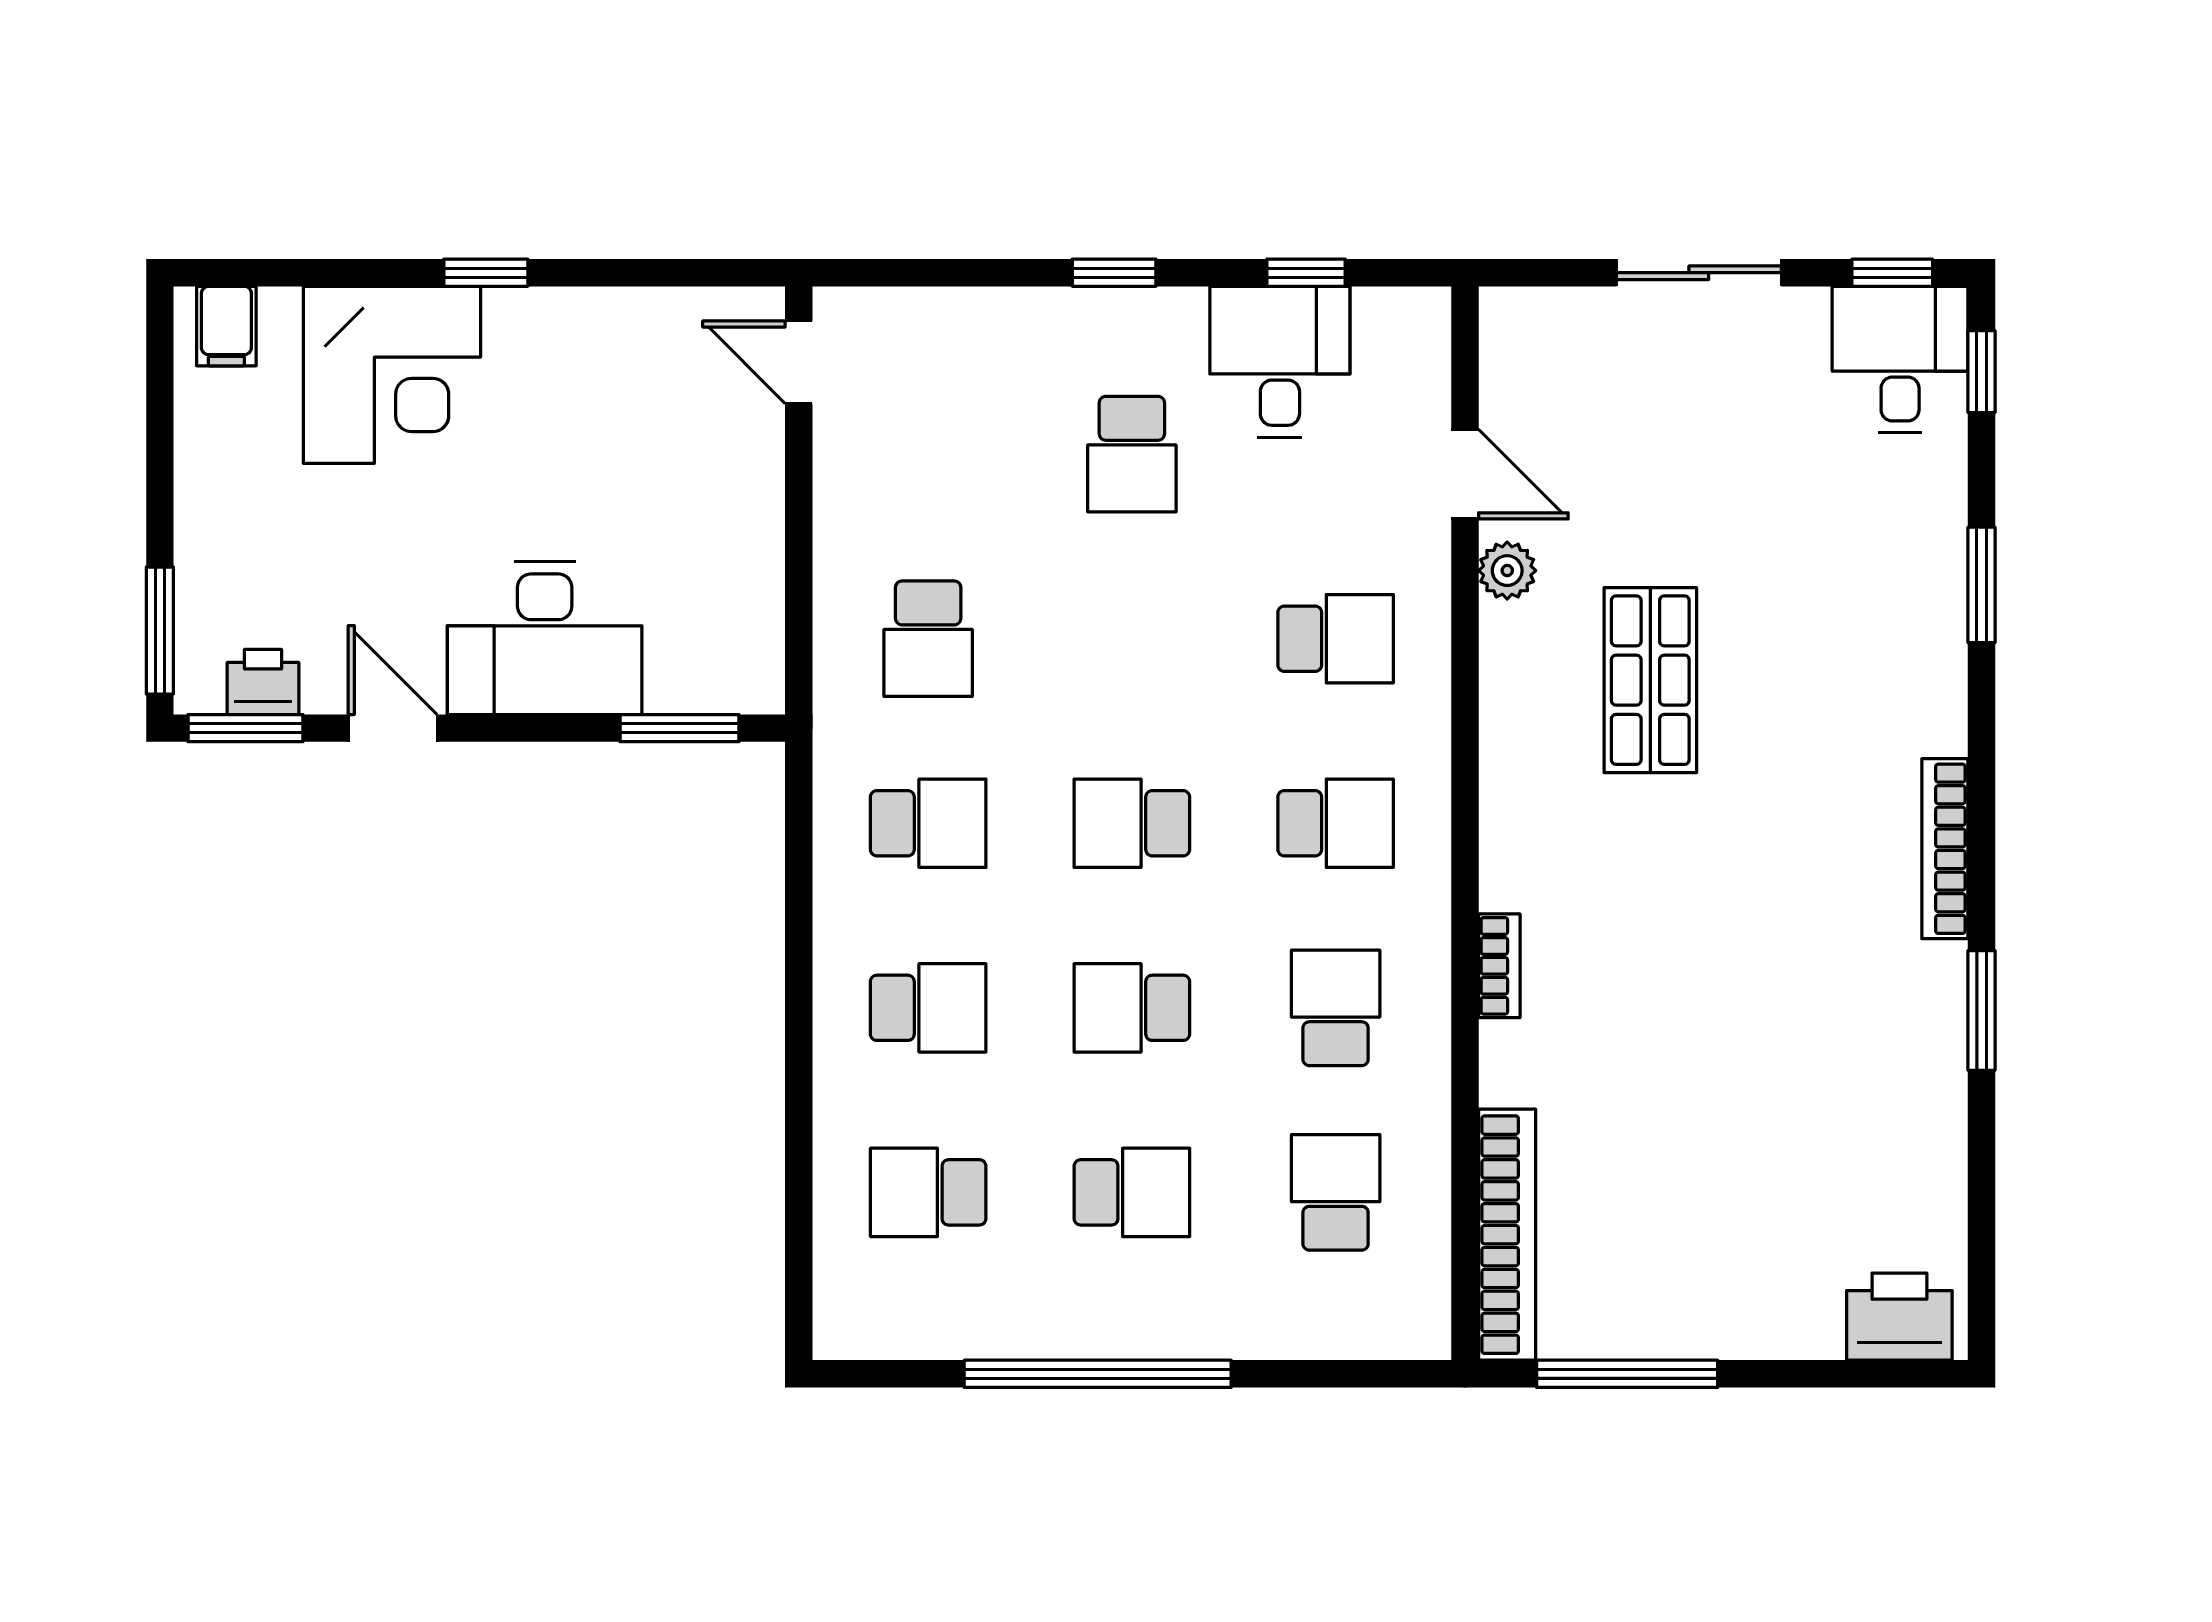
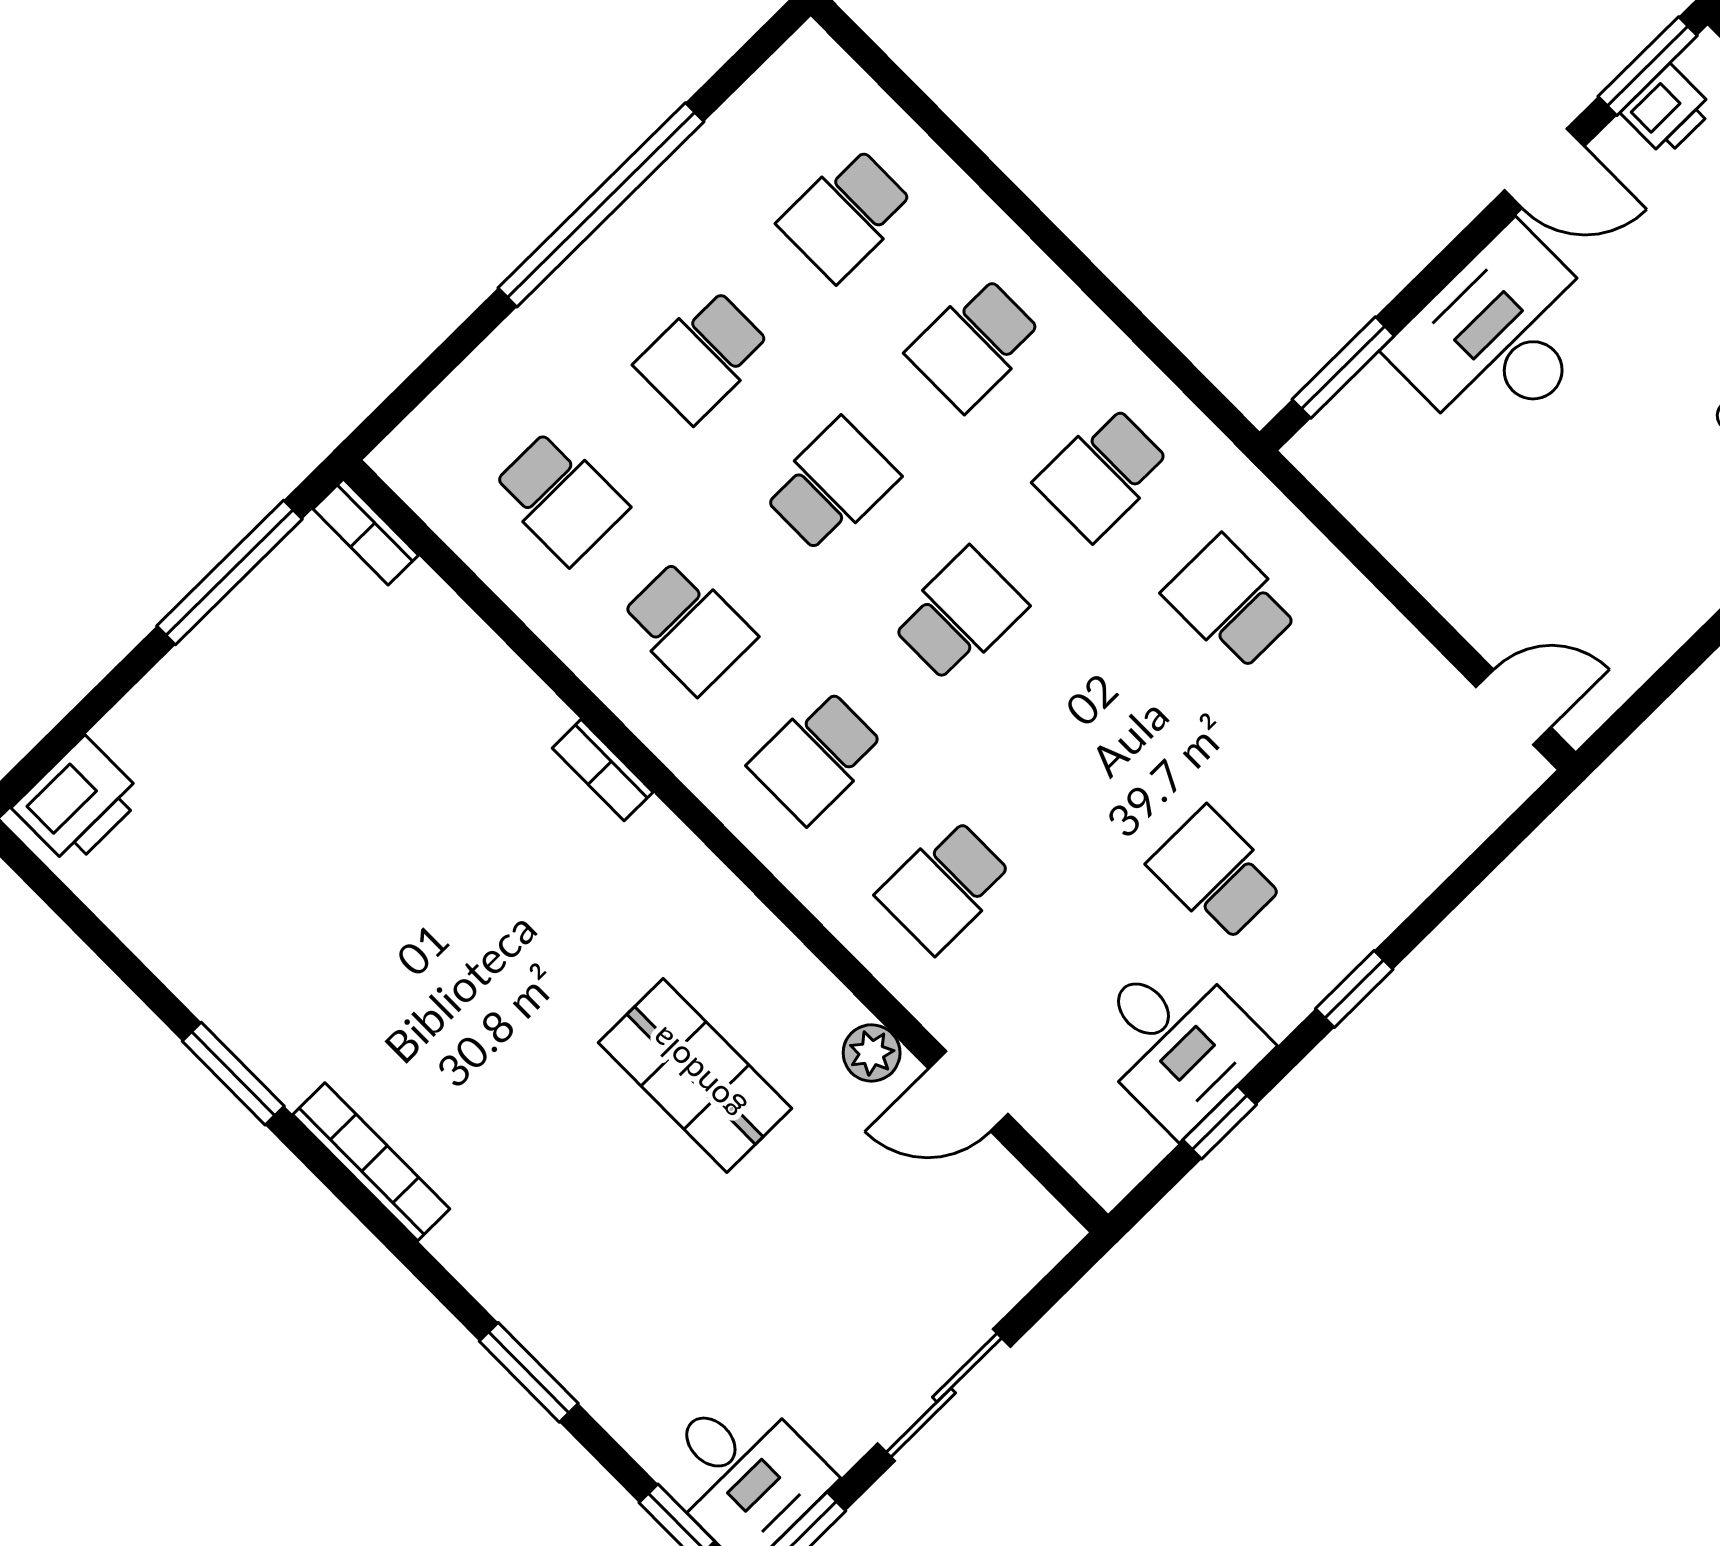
school desk: (928, 1192) -> (846, 214), turned 180
bookcase: (1507, 1235) -> (366, 532), width x0.43, depth x0.76

